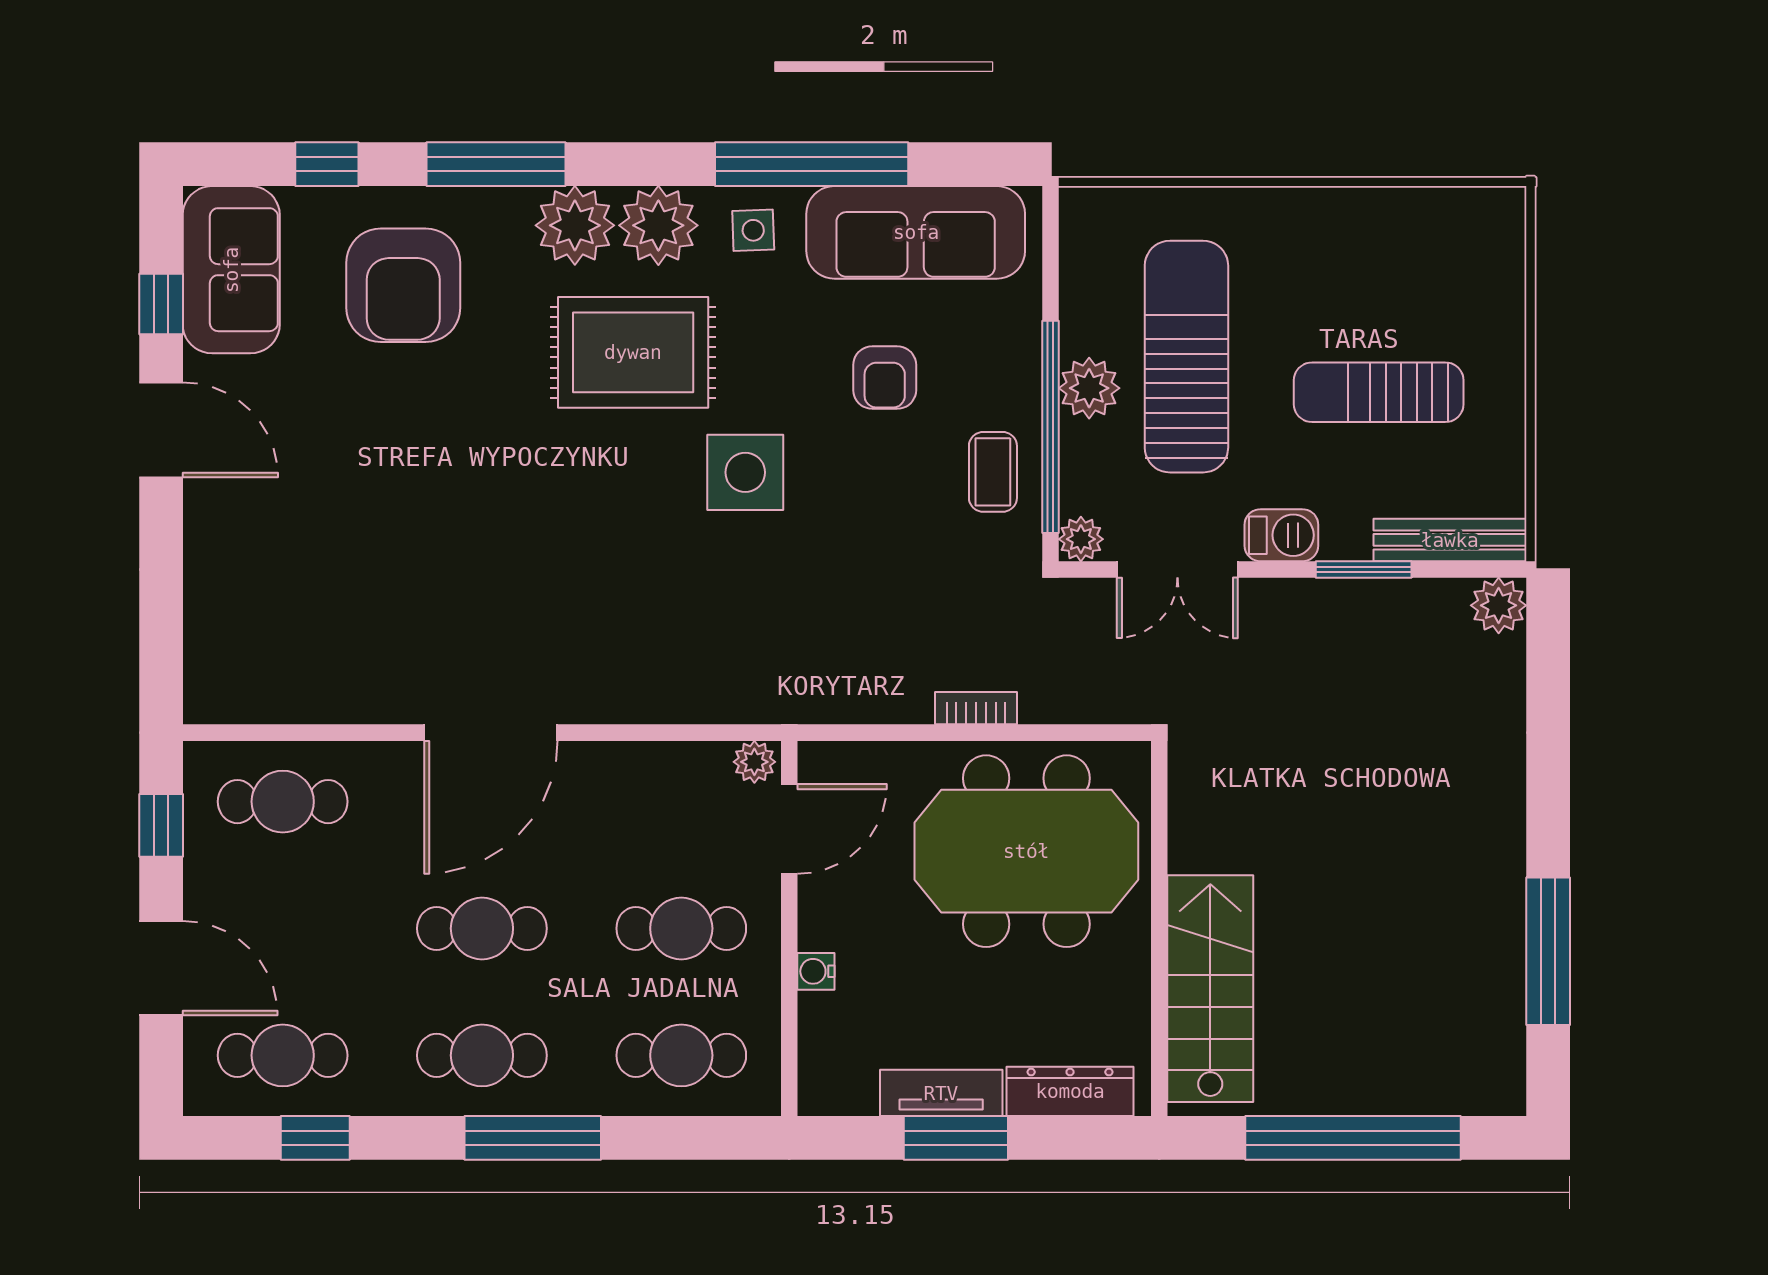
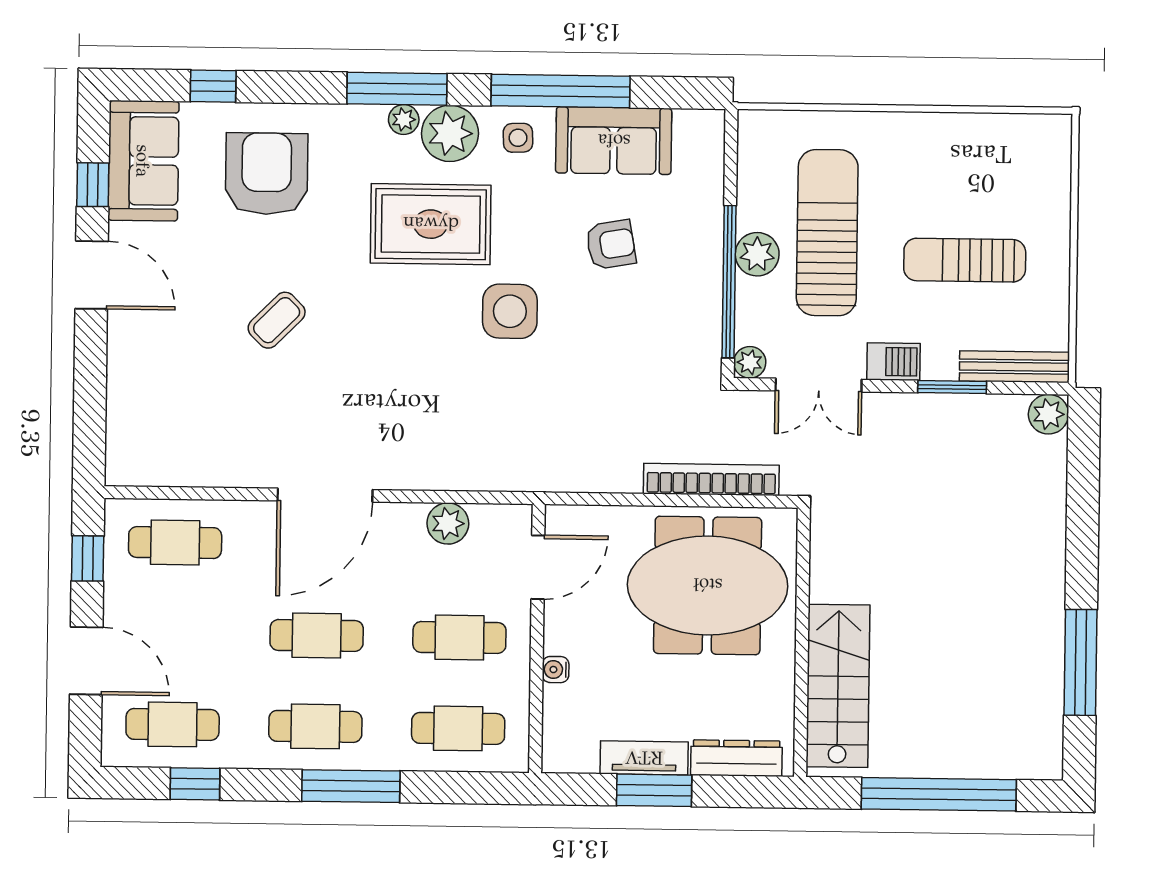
window: (496, 164) -> (397, 89), moved
plant: (575, 225) -> (404, 120), width x0.53, depth x0.53
sofa: (916, 232) -> (614, 141), width x0.73
armchair: (403, 285) -> (267, 174), turned 180
armchair: (885, 378) -> (611, 245), turned -100
coffee table: (993, 472) -> (277, 320), moved, turned 45
bookcase: (976, 708) -> (711, 479), width x2.31, depth x1.31
plant: (754, 762) -> (448, 524), moved, width x1.38, depth x1.38

